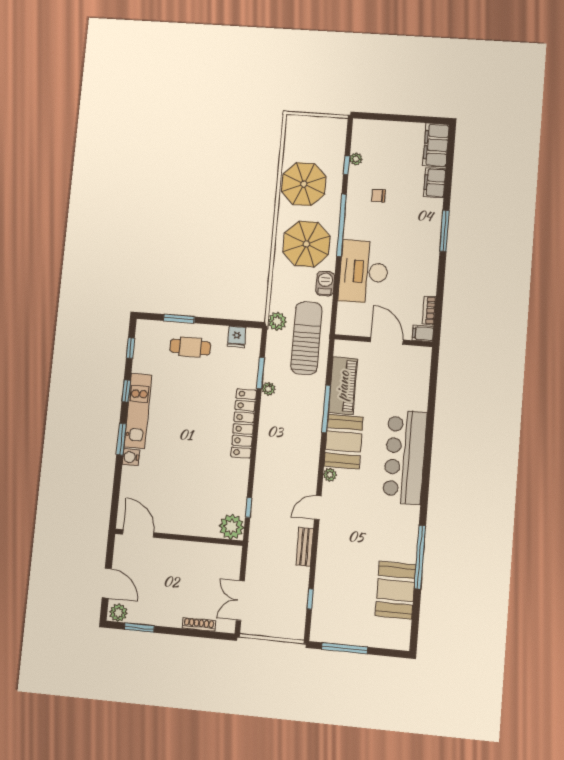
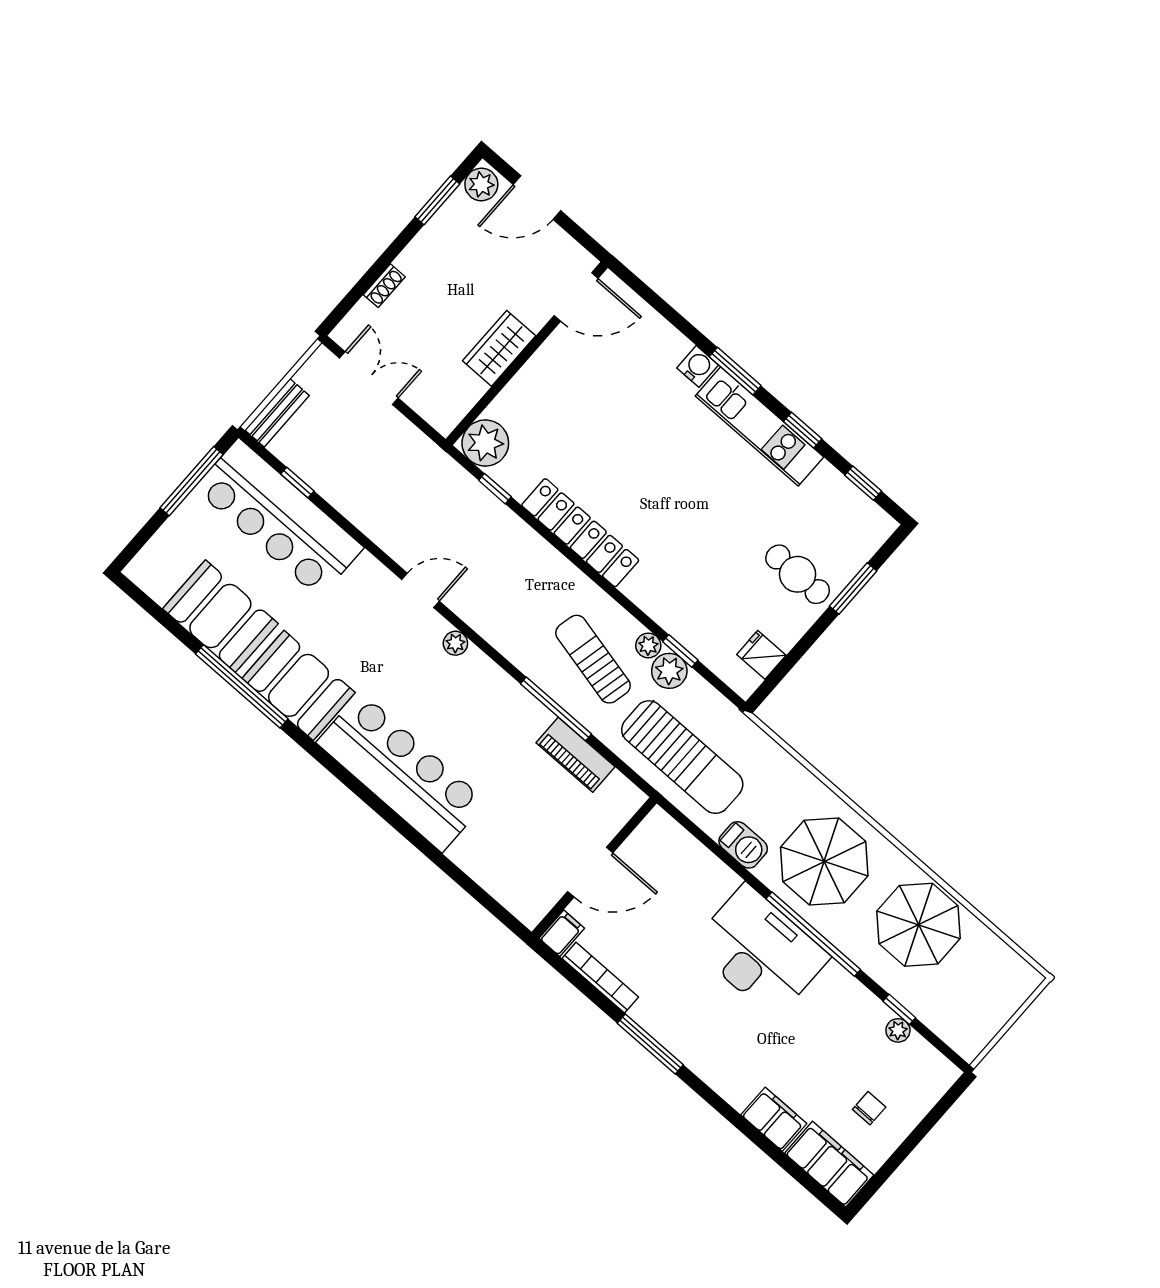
chair: (378, 196) -> (869, 1108), moved
window: (444, 231) -> (650, 1044), moved
desk: (364, 272) -> (760, 951), moved
bookcase: (429, 310) -> (600, 978), width x1.56
plant: (277, 321) -> (669, 671), moved
cafe table: (190, 347) -> (798, 574), turned 90
window: (261, 373) -> (680, 651), width x0.67
piano: (343, 386) -> (575, 755), width x0.73, depth x0.75
sun lounger: (292, 409) -> (593, 659), added
locker: (244, 423) -> (580, 533), moved
booth: (343, 442) -> (299, 685), moved
door: (318, 508) -> (421, 590), hinge flipped
bench: (305, 547) -> (277, 413), moved, turned 90
wardrobe: (185, 551) -> (499, 348), added
bar counter: (332, 596) -> (279, 518), added
shoe rack: (199, 624) -> (384, 286), width x0.70

